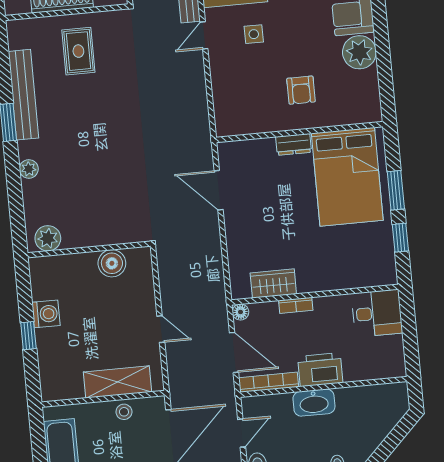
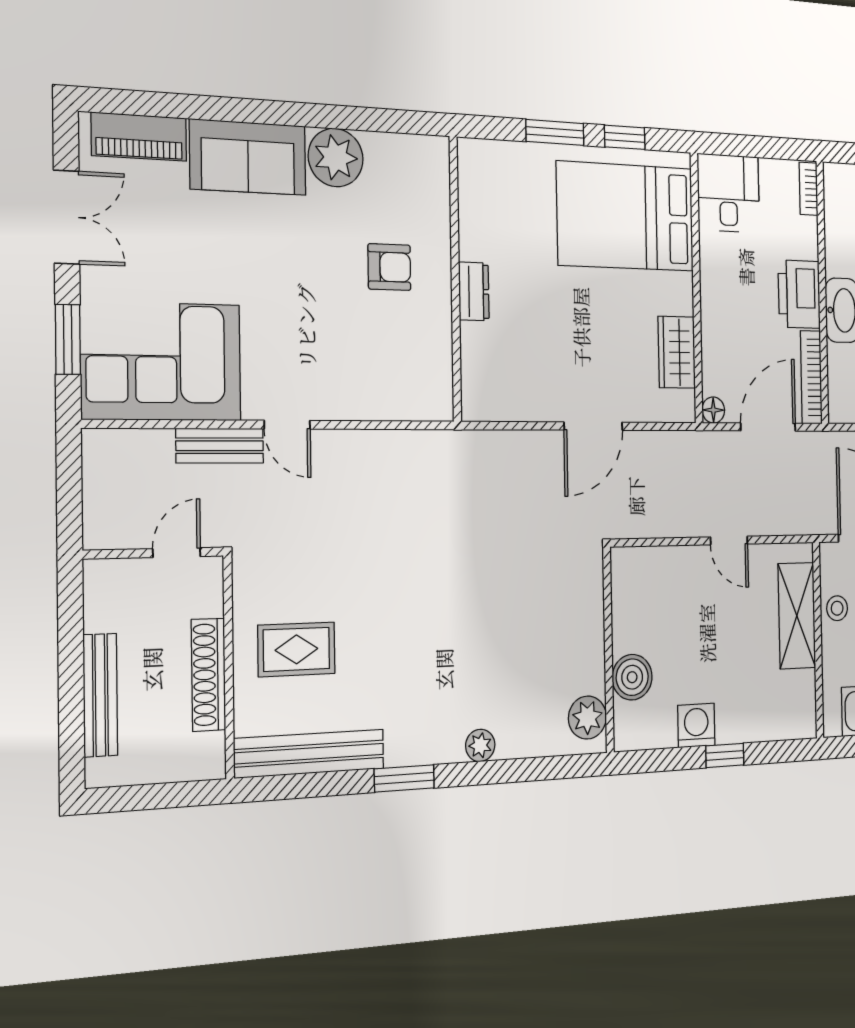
side table: (254, 34) -> (292, 337), removed
bench: (23, 95) -> (310, 754), moved
bed: (347, 177) -> (626, 217), moved, turned 180
door: (219, 190) -> (593, 426), moved
boiler: (112, 263) -> (632, 677), moved
bookcase: (296, 305) -> (808, 189), moved, turned 180
door: (161, 329) -> (729, 541), swing flipped

